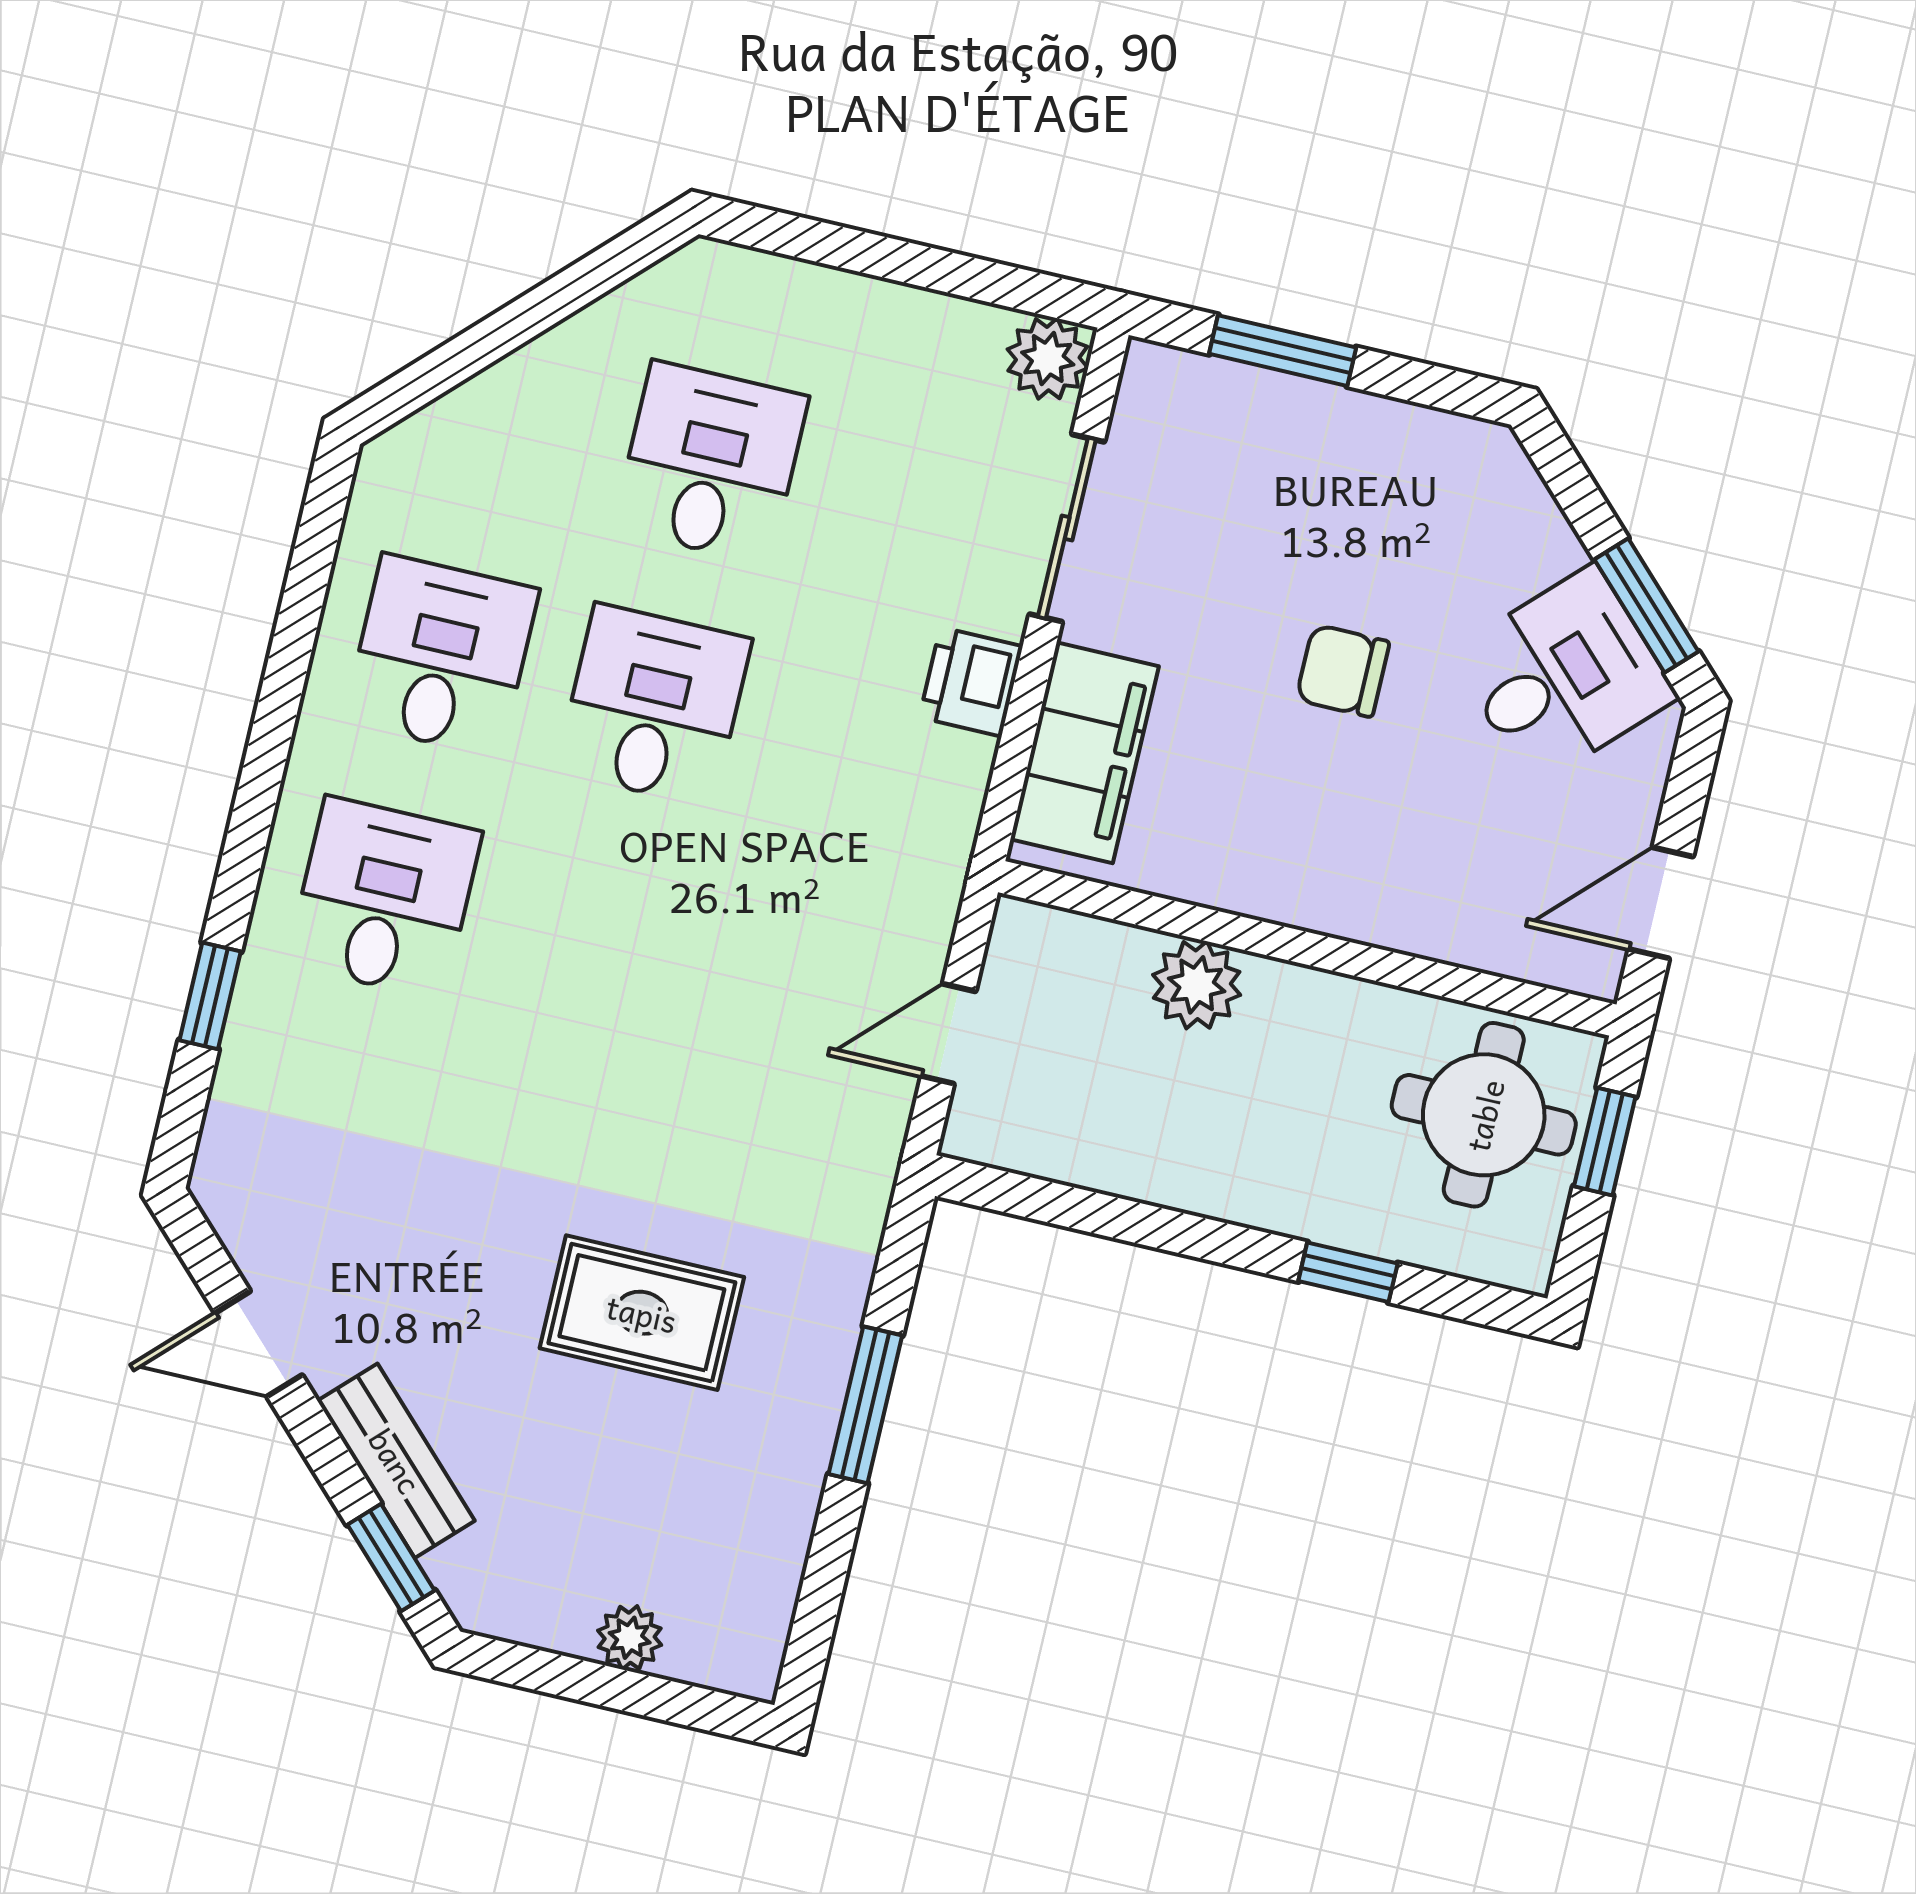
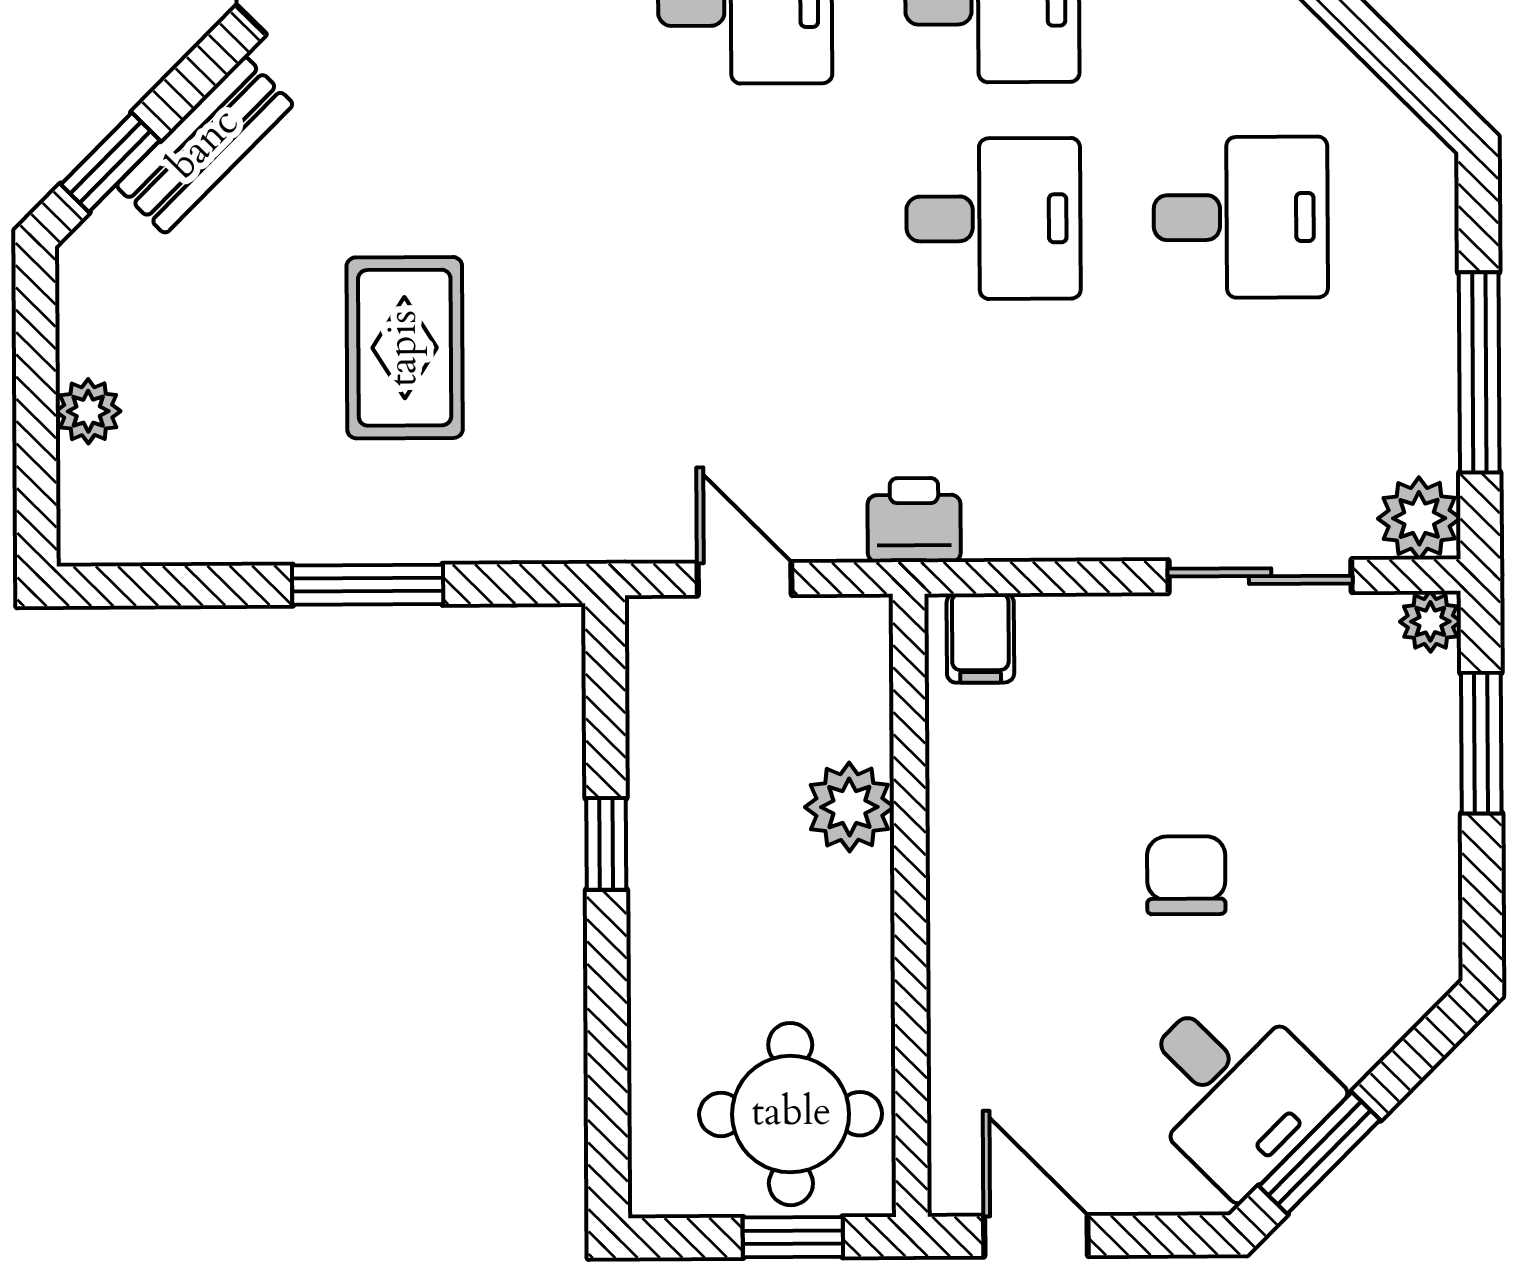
window: (919, 265) -> (1479, 372), added
plant: (1151, 372) -> (1430, 621), added
printer: (971, 682) -> (914, 520), moved
filing cabinet: (1085, 753) -> (980, 638), width x0.33, depth x0.86
window: (1348, 1272) -> (606, 844), moved

